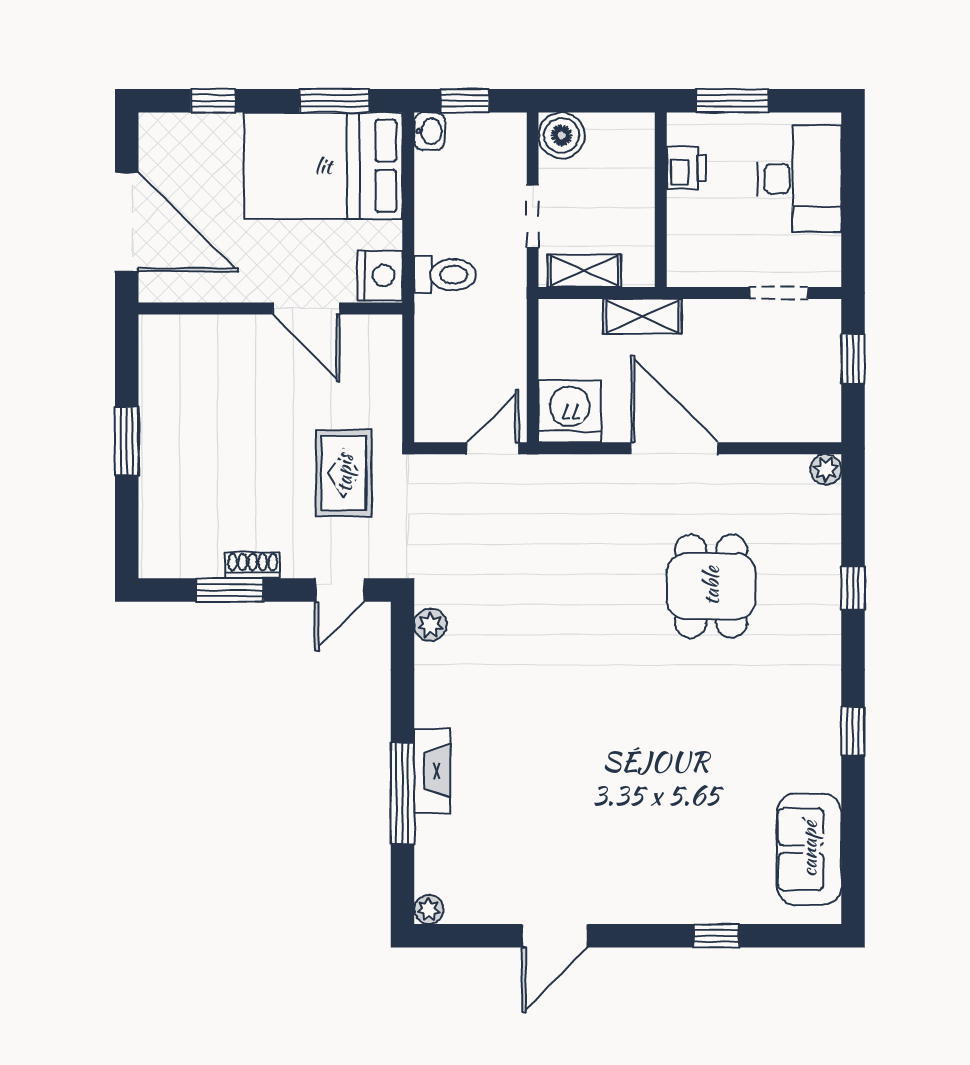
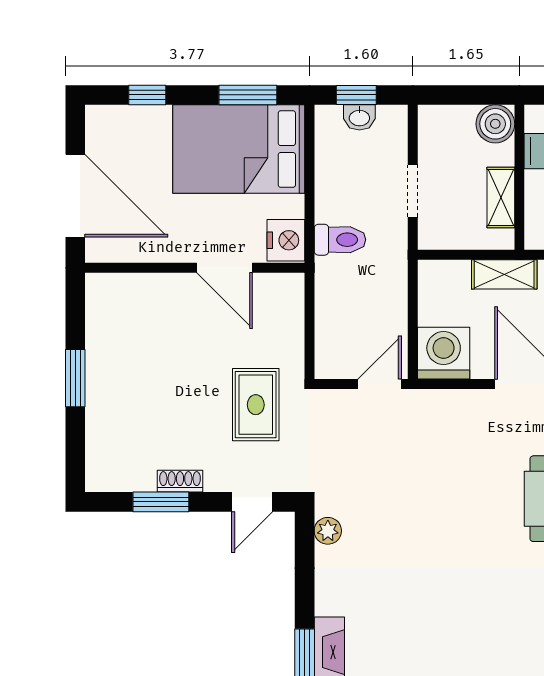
washbasin: (429, 131) -> (359, 117), moved, turned 90
boiler: (562, 135) -> (495, 124), moved
shelving: (584, 271) -> (501, 198), moved, turned 90

